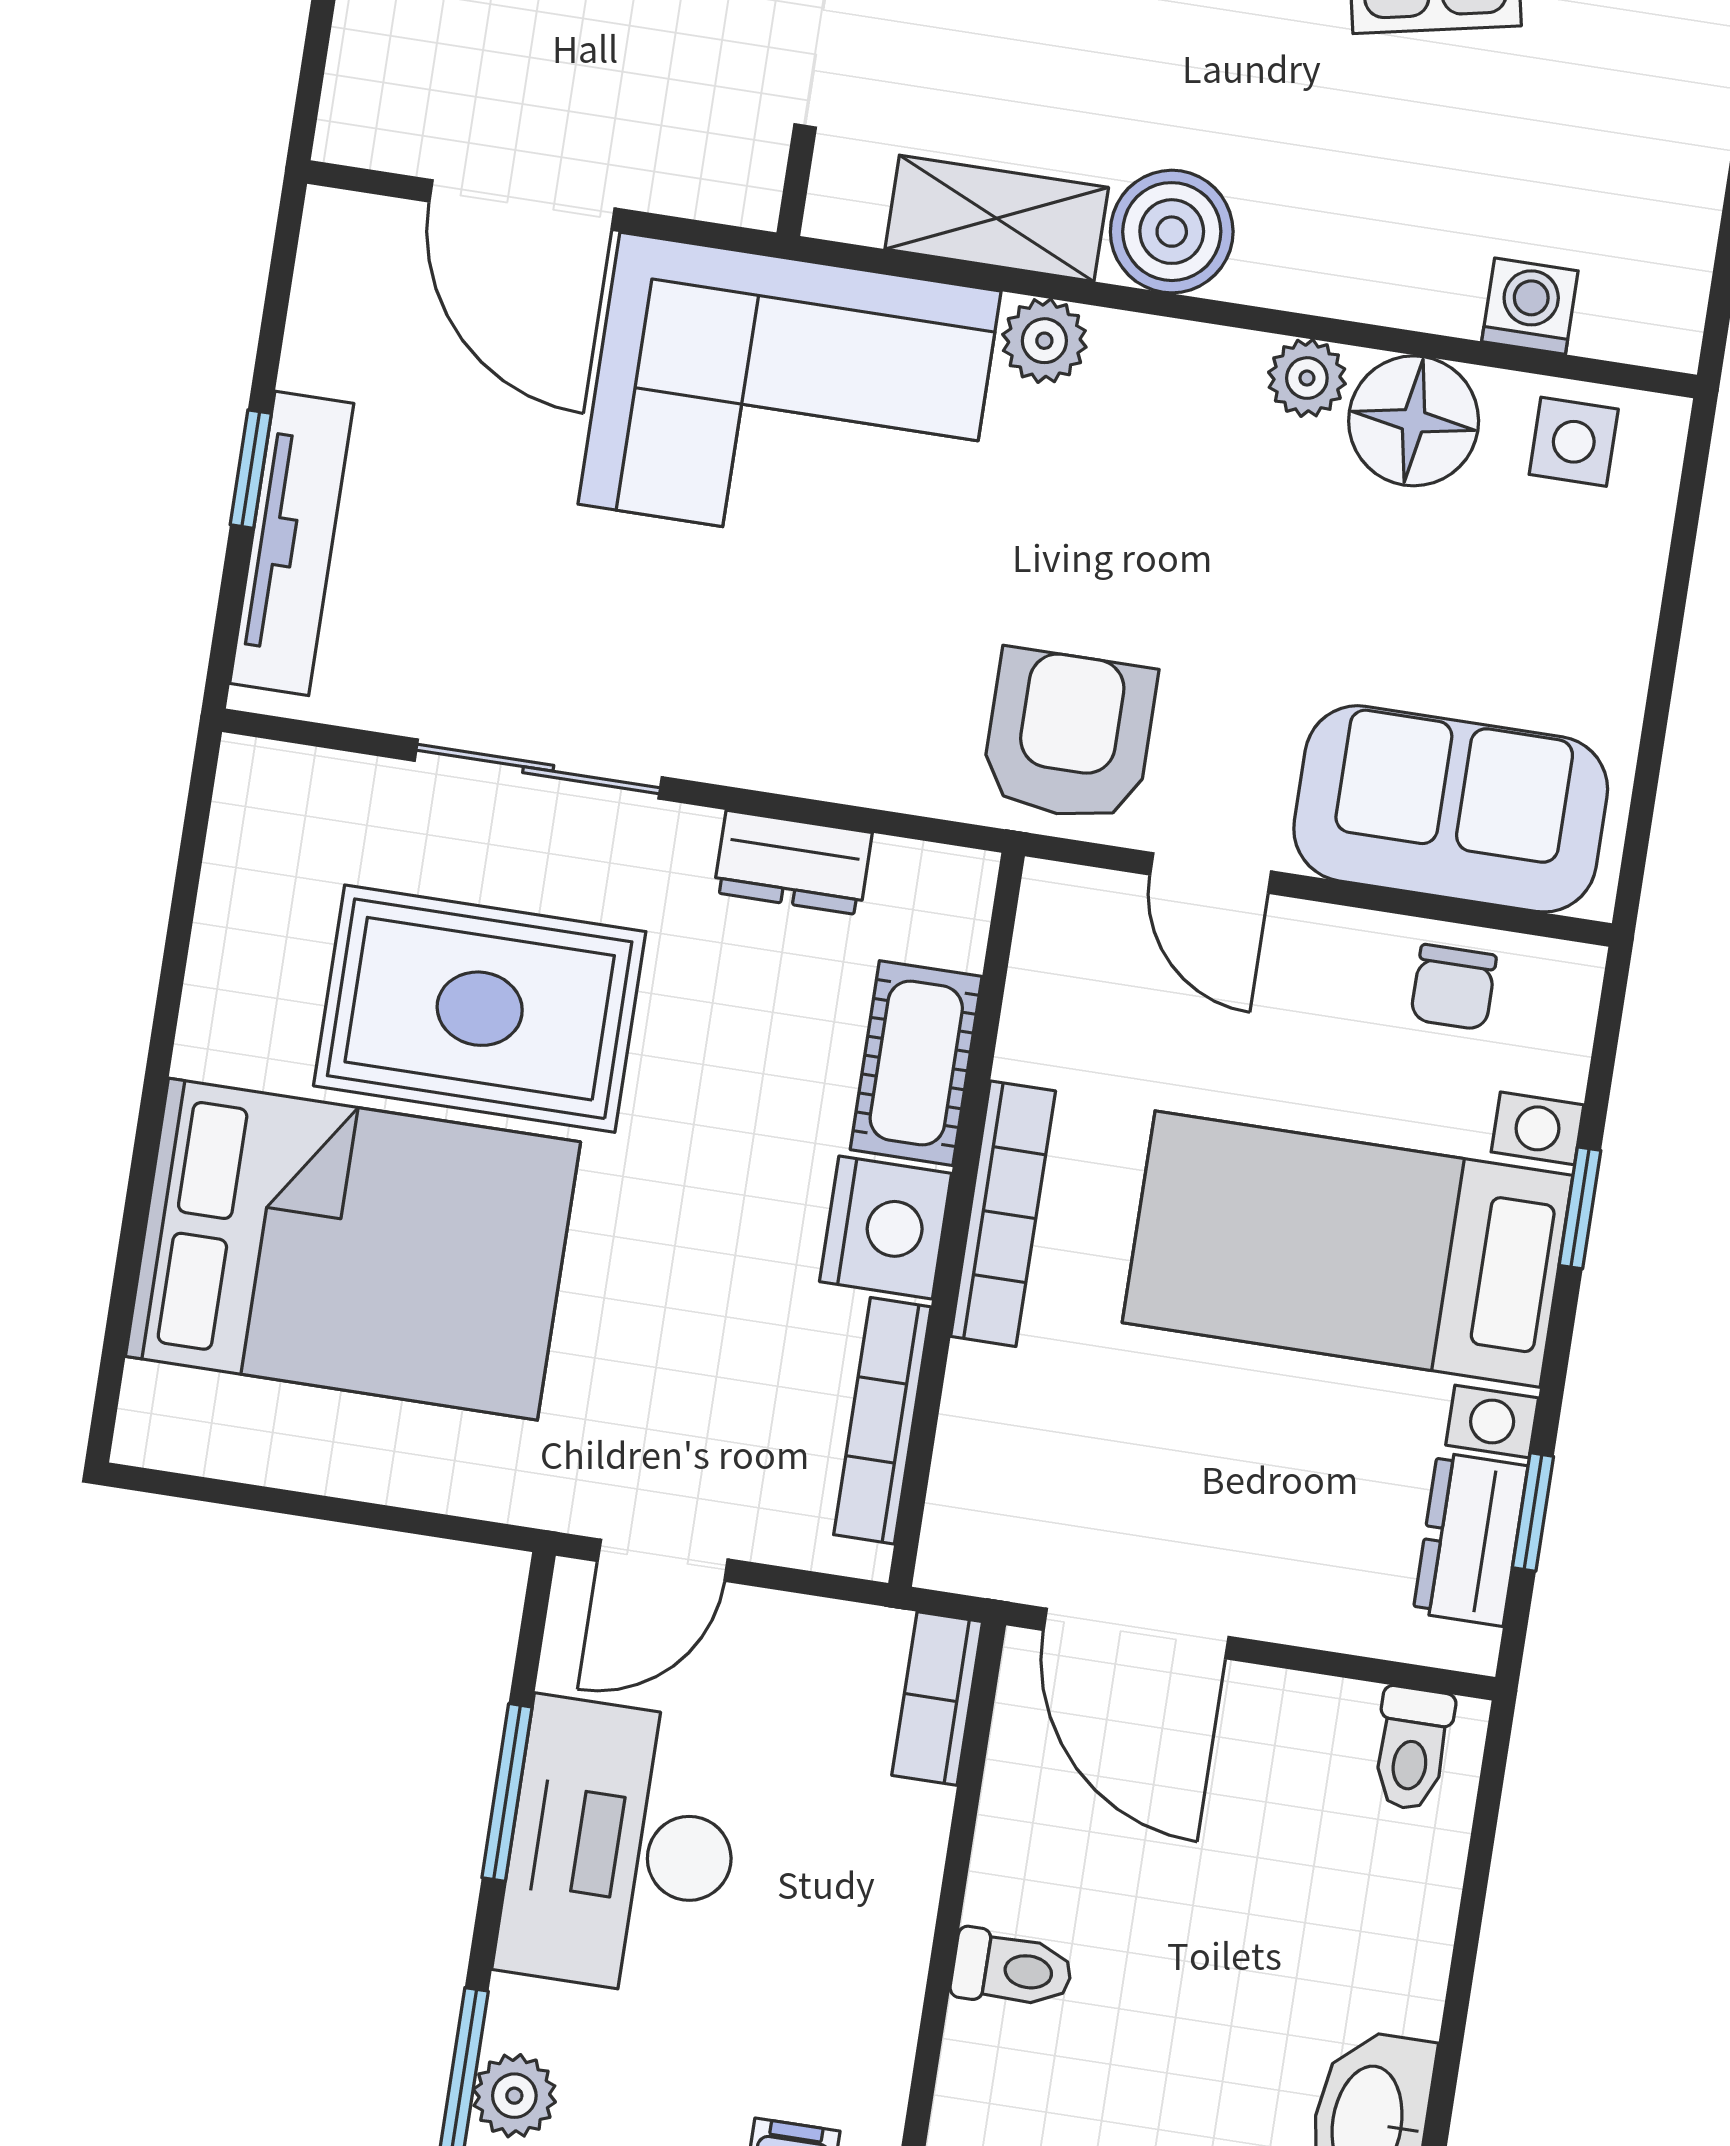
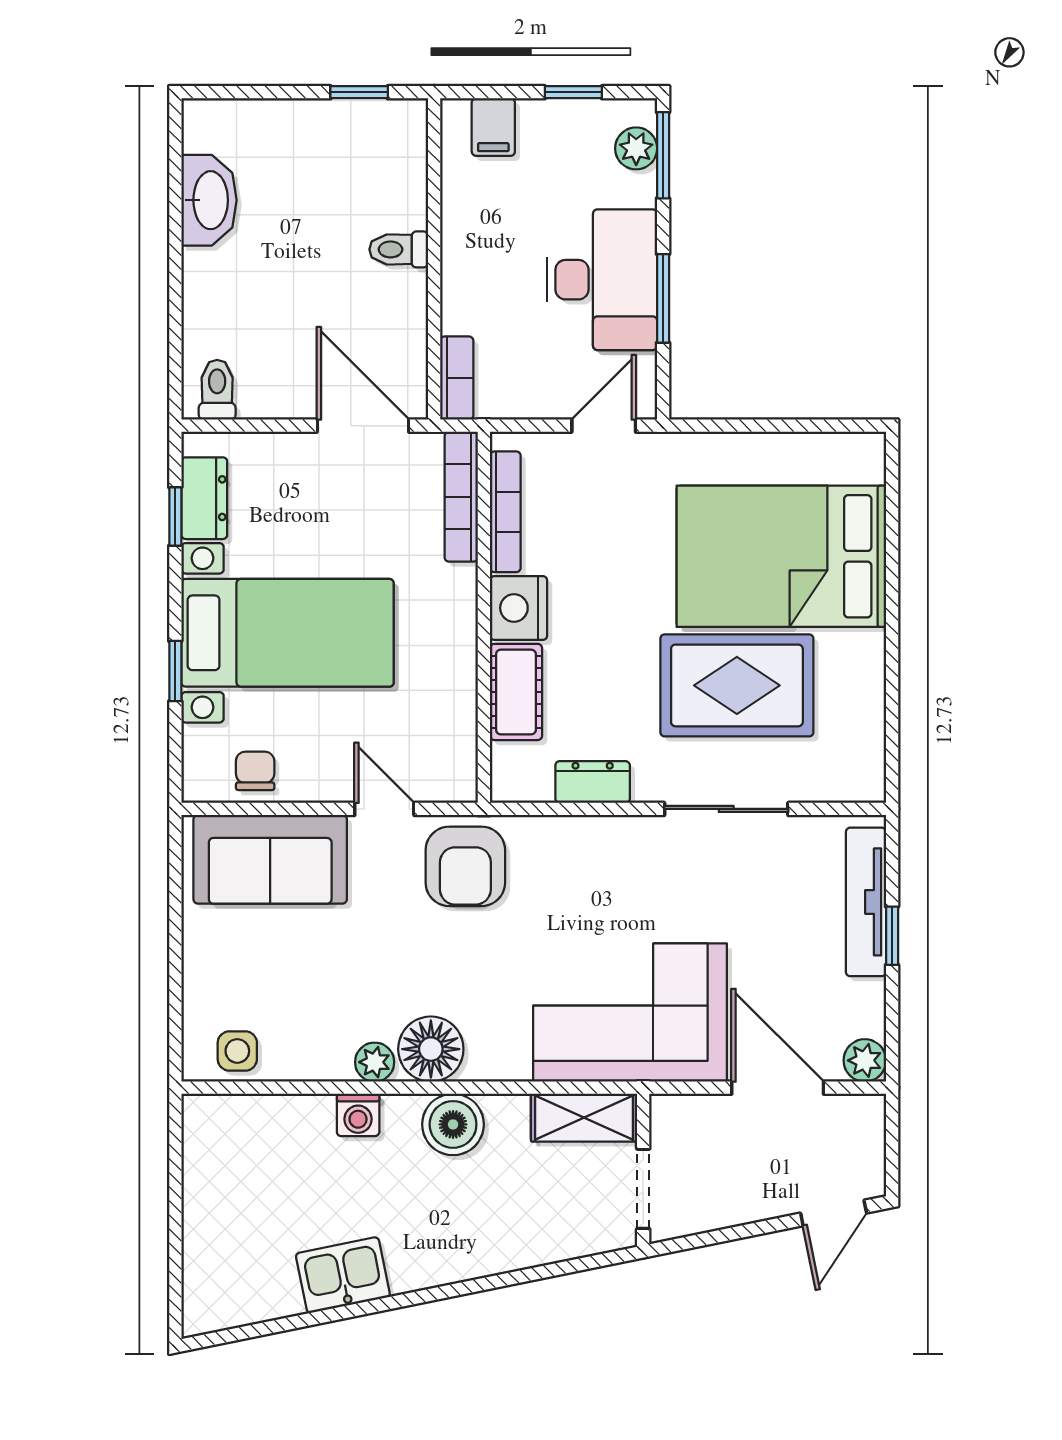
shelving: (997, 218) -> (584, 1118), moved
washing machine: (1530, 306) -> (358, 1115), moved
plant: (1044, 341) -> (865, 1060), moved
floor lamp: (1414, 421) -> (431, 1049), moved
bookcase: (1003, 1214) -> (461, 497), moved

